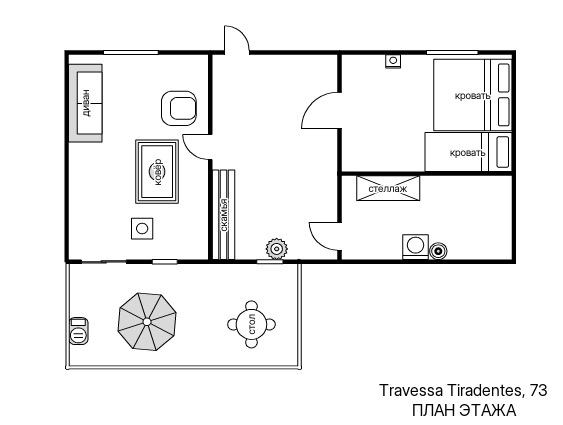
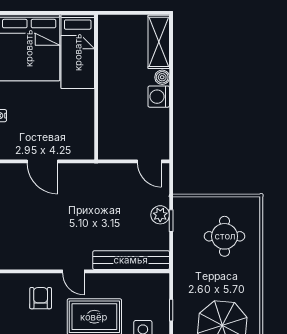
armchair: (179, 108) -> (41, 298), width x0.72, depth x0.72
door: (210, 147) -> (73, 271), hinge flipped
shelving: (388, 188) -> (159, 42), moved
door: (340, 236) -> (149, 161), hinge flipped

